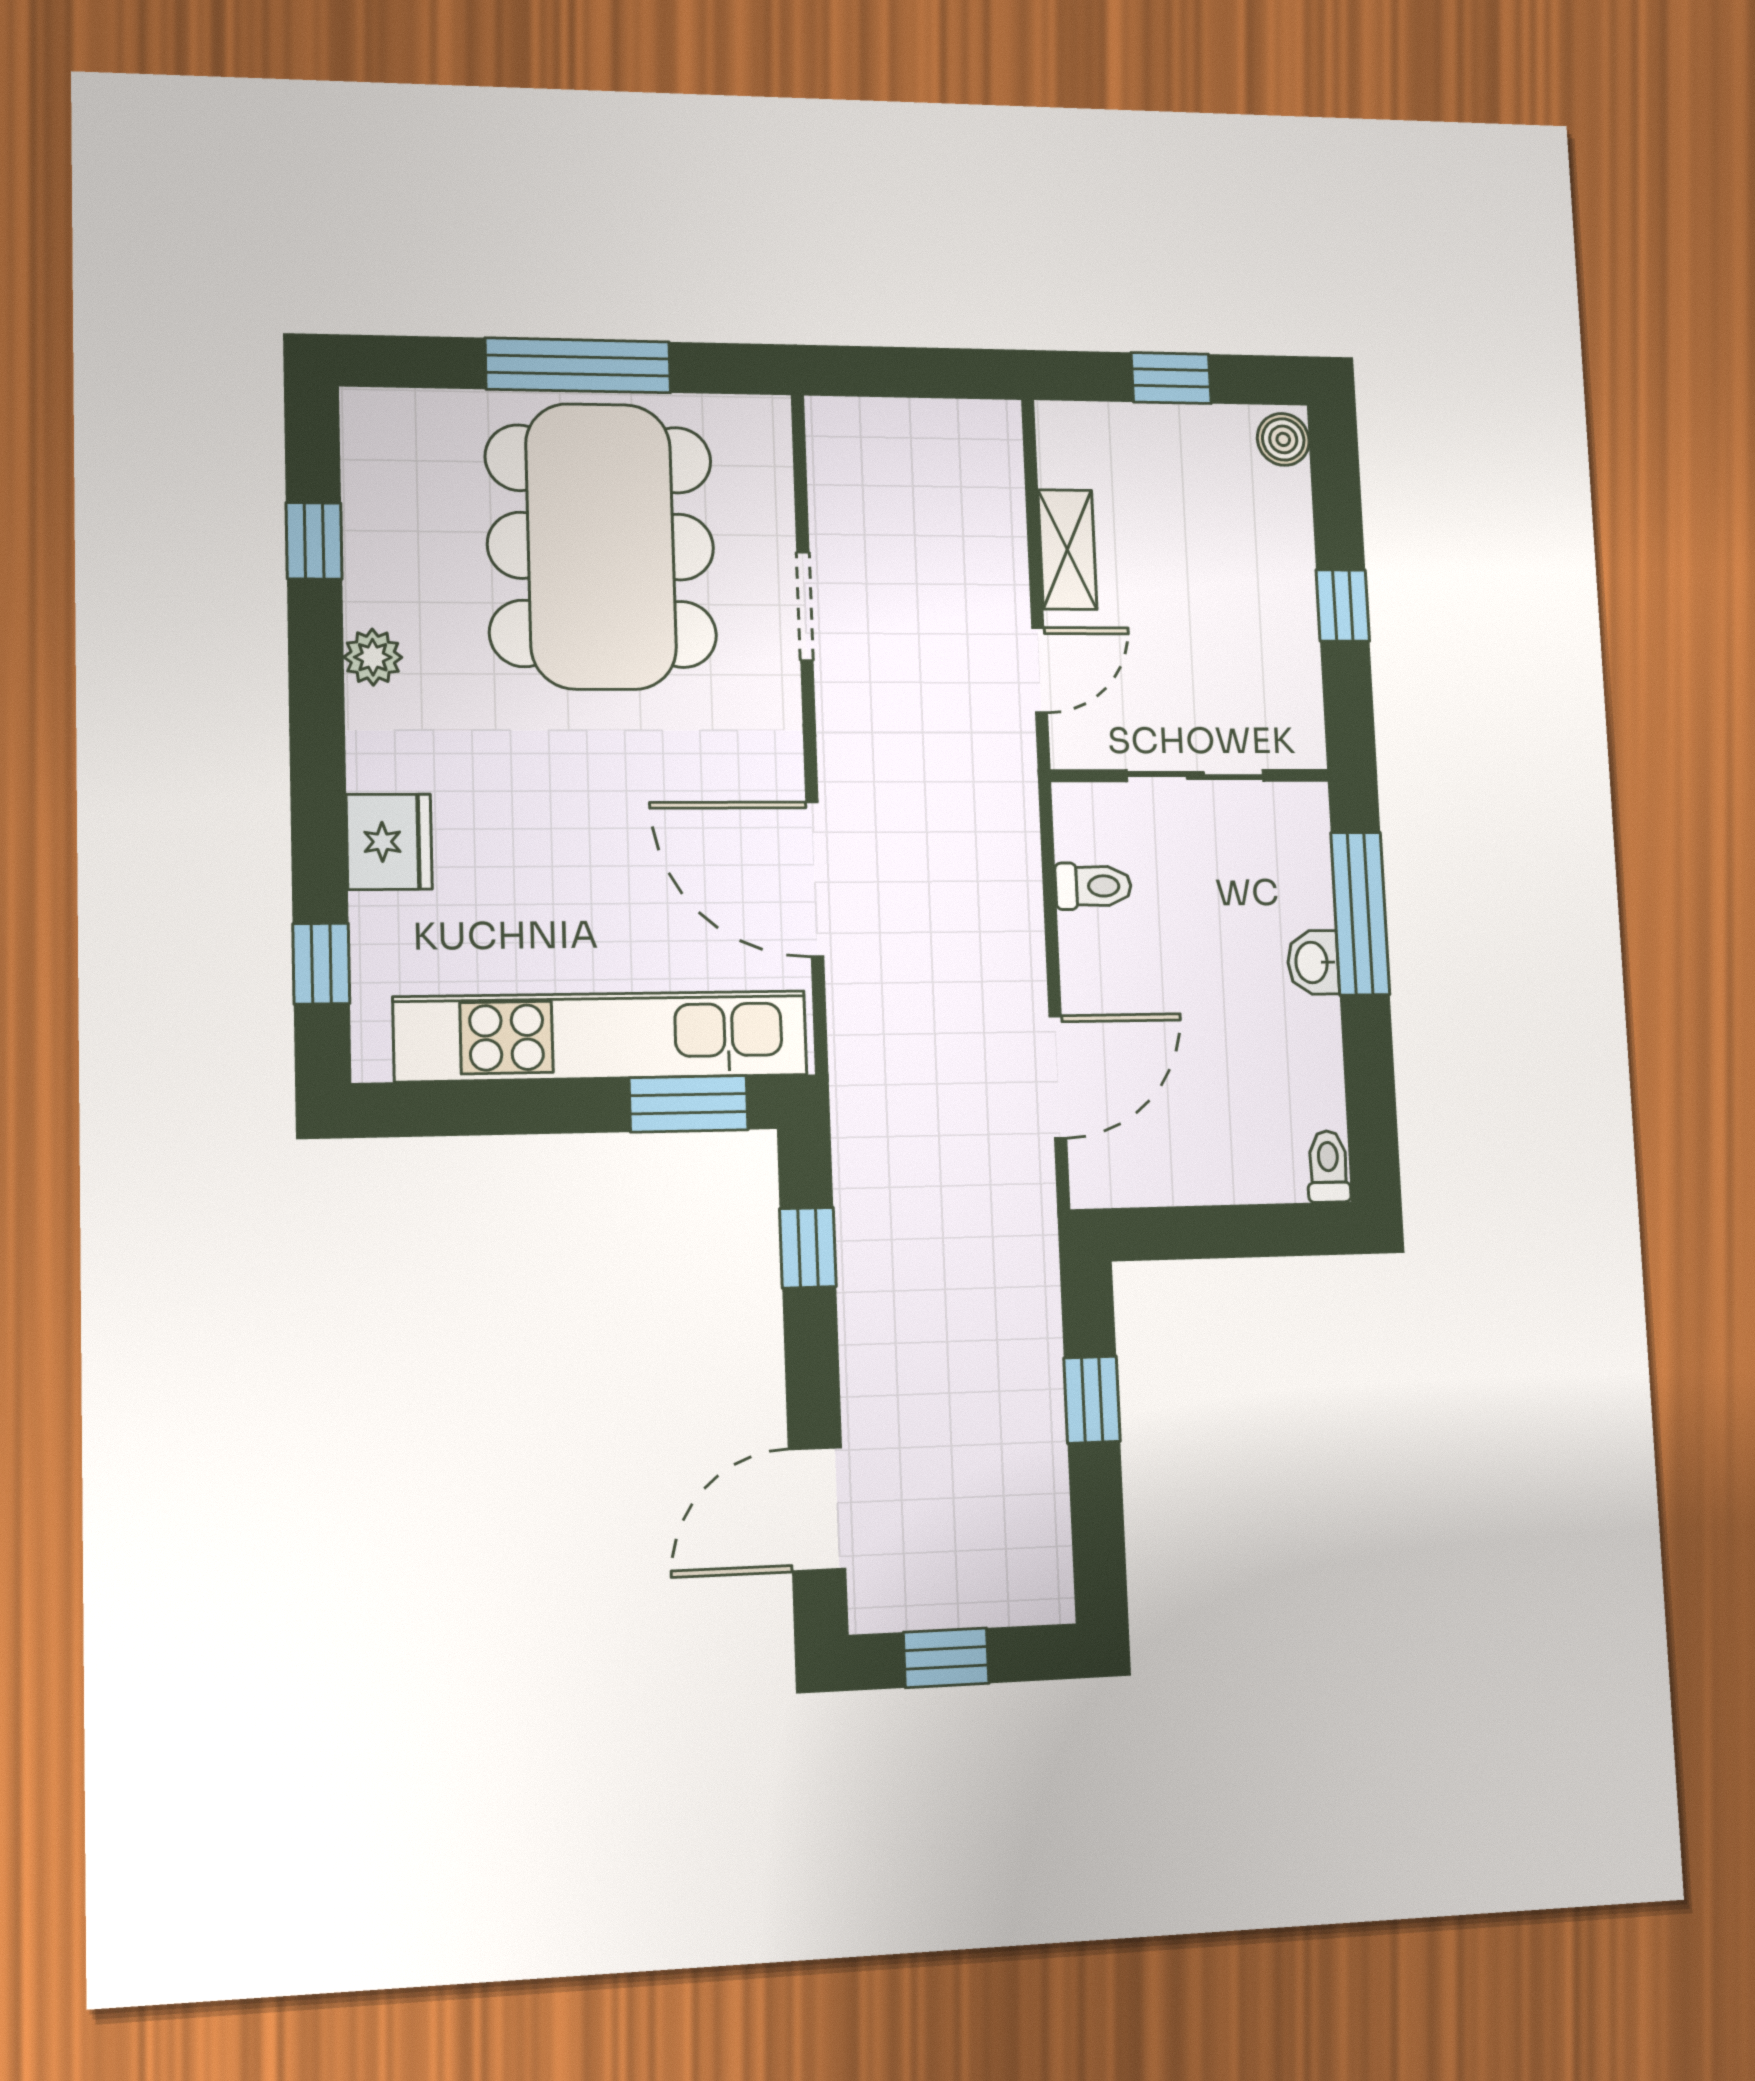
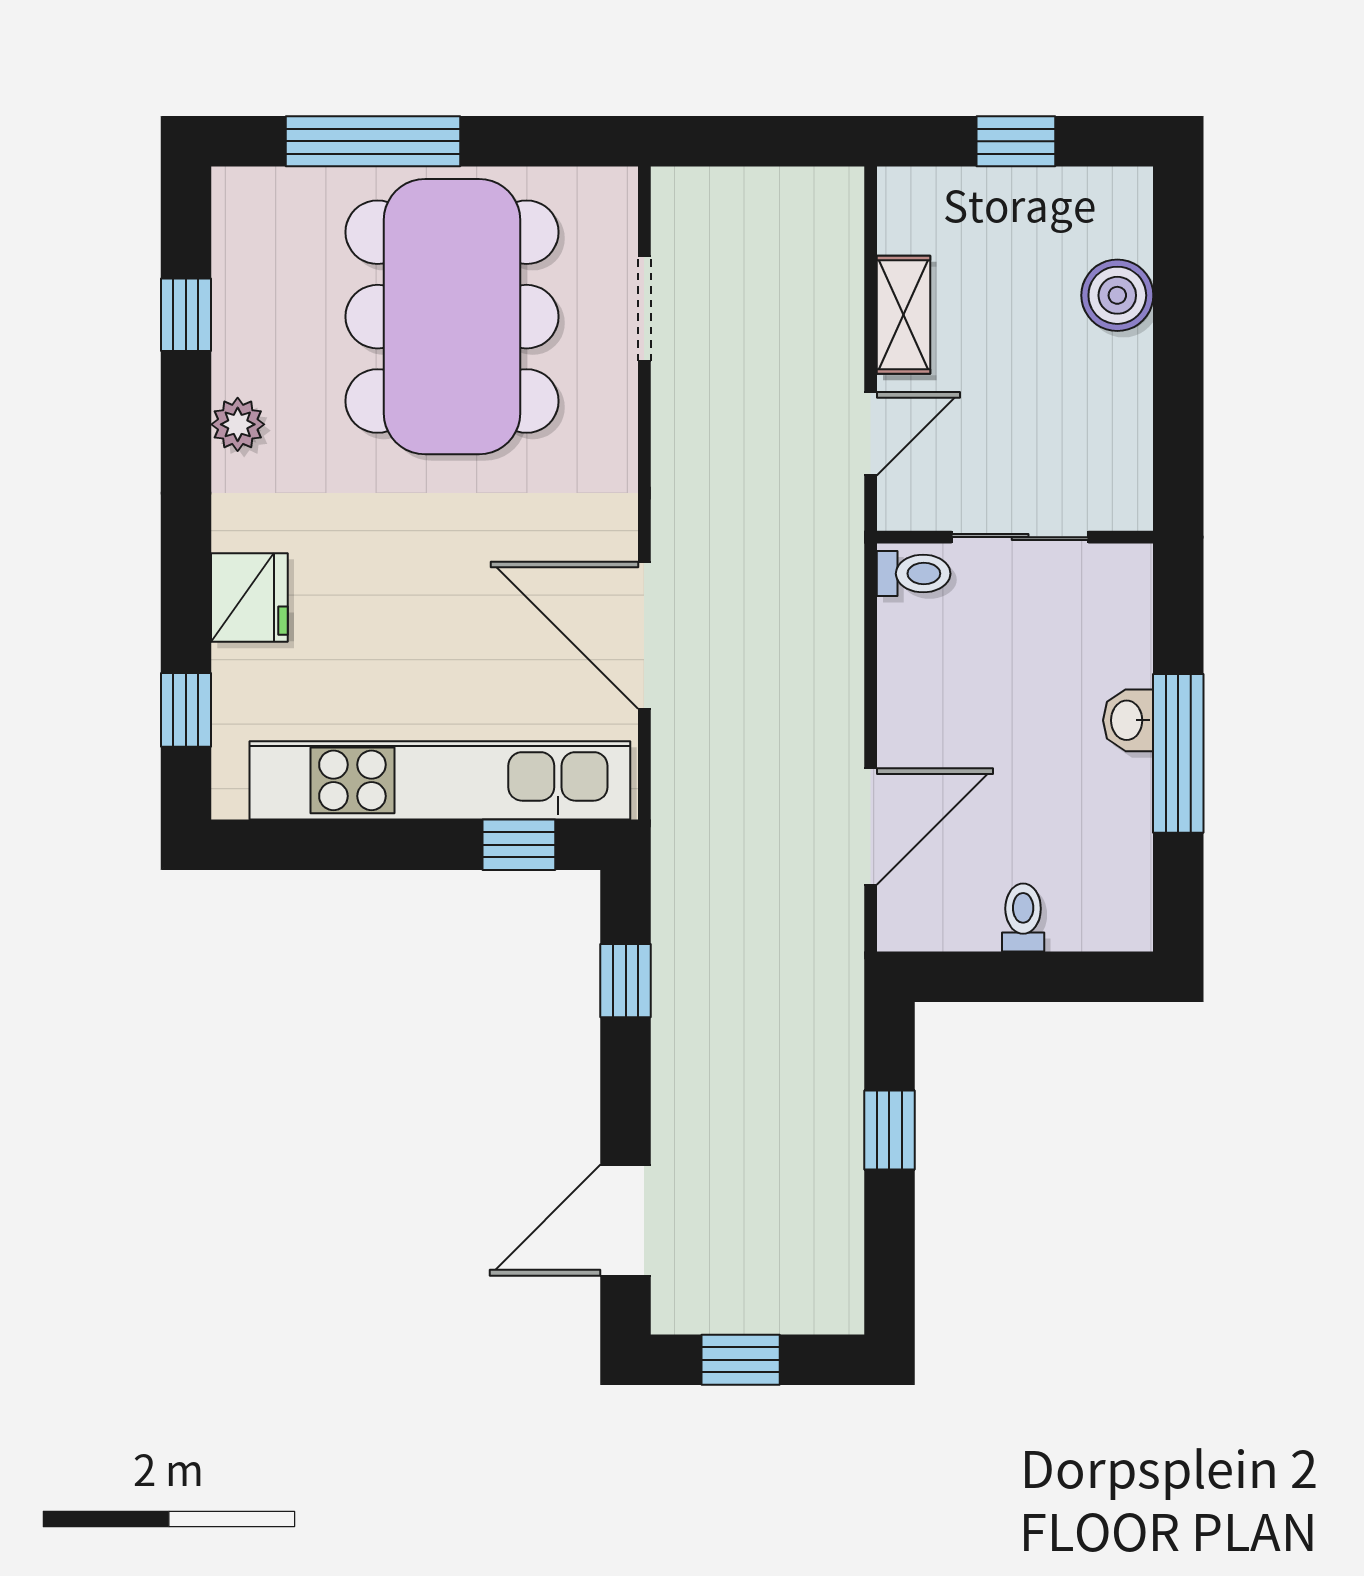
window: (578, 365) -> (373, 141), moved
boiler: (1283, 439) -> (1117, 295), moved, width x1.36, depth x1.36
window: (1343, 605) -> (1178, 368), removed
doorway: (805, 606) -> (644, 308), moved
toilet: (1093, 886) -> (914, 574), moved
window: (1360, 914) -> (1178, 753), moved
window: (689, 1104) -> (519, 845), width x0.67
toilet: (1328, 1167) -> (1023, 917), moved

